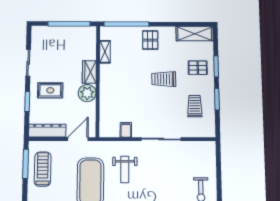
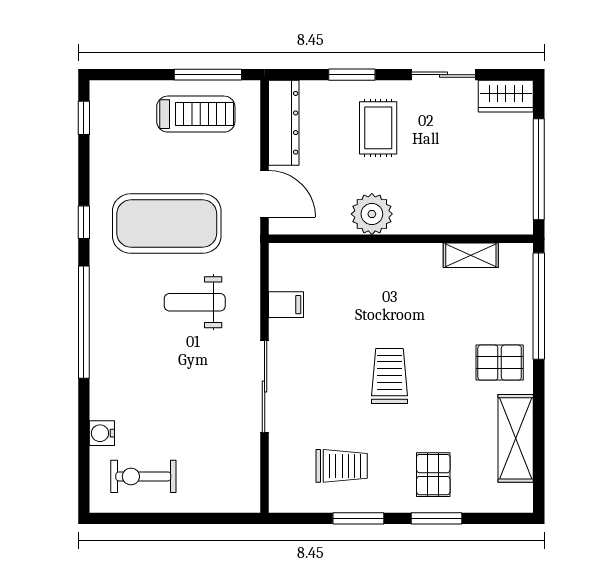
shelving: (195, 34) -> (516, 438), moved
wardrobe: (89, 72) -> (506, 96), moved, turned 180
trolley: (164, 79) -> (390, 376), moved

